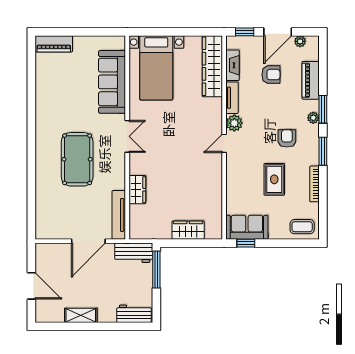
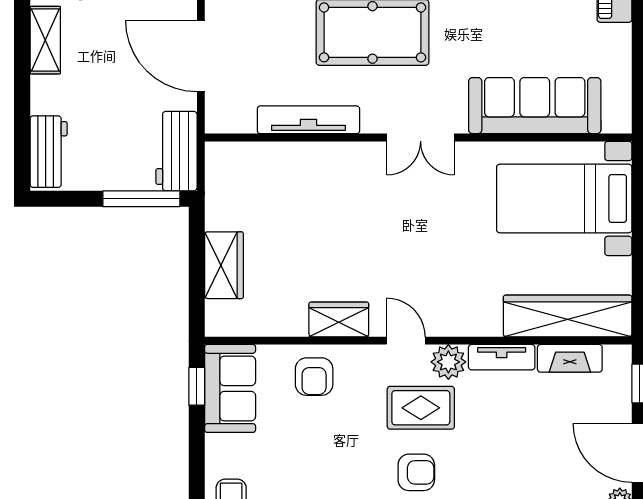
armchair: (271, 75) -> (314, 377), moved
rug: (274, 179) -> (421, 408), moved
wardrobe: (137, 190) -> (339, 320), moved, turned 180
tv unit: (119, 215) -> (308, 120), moved

